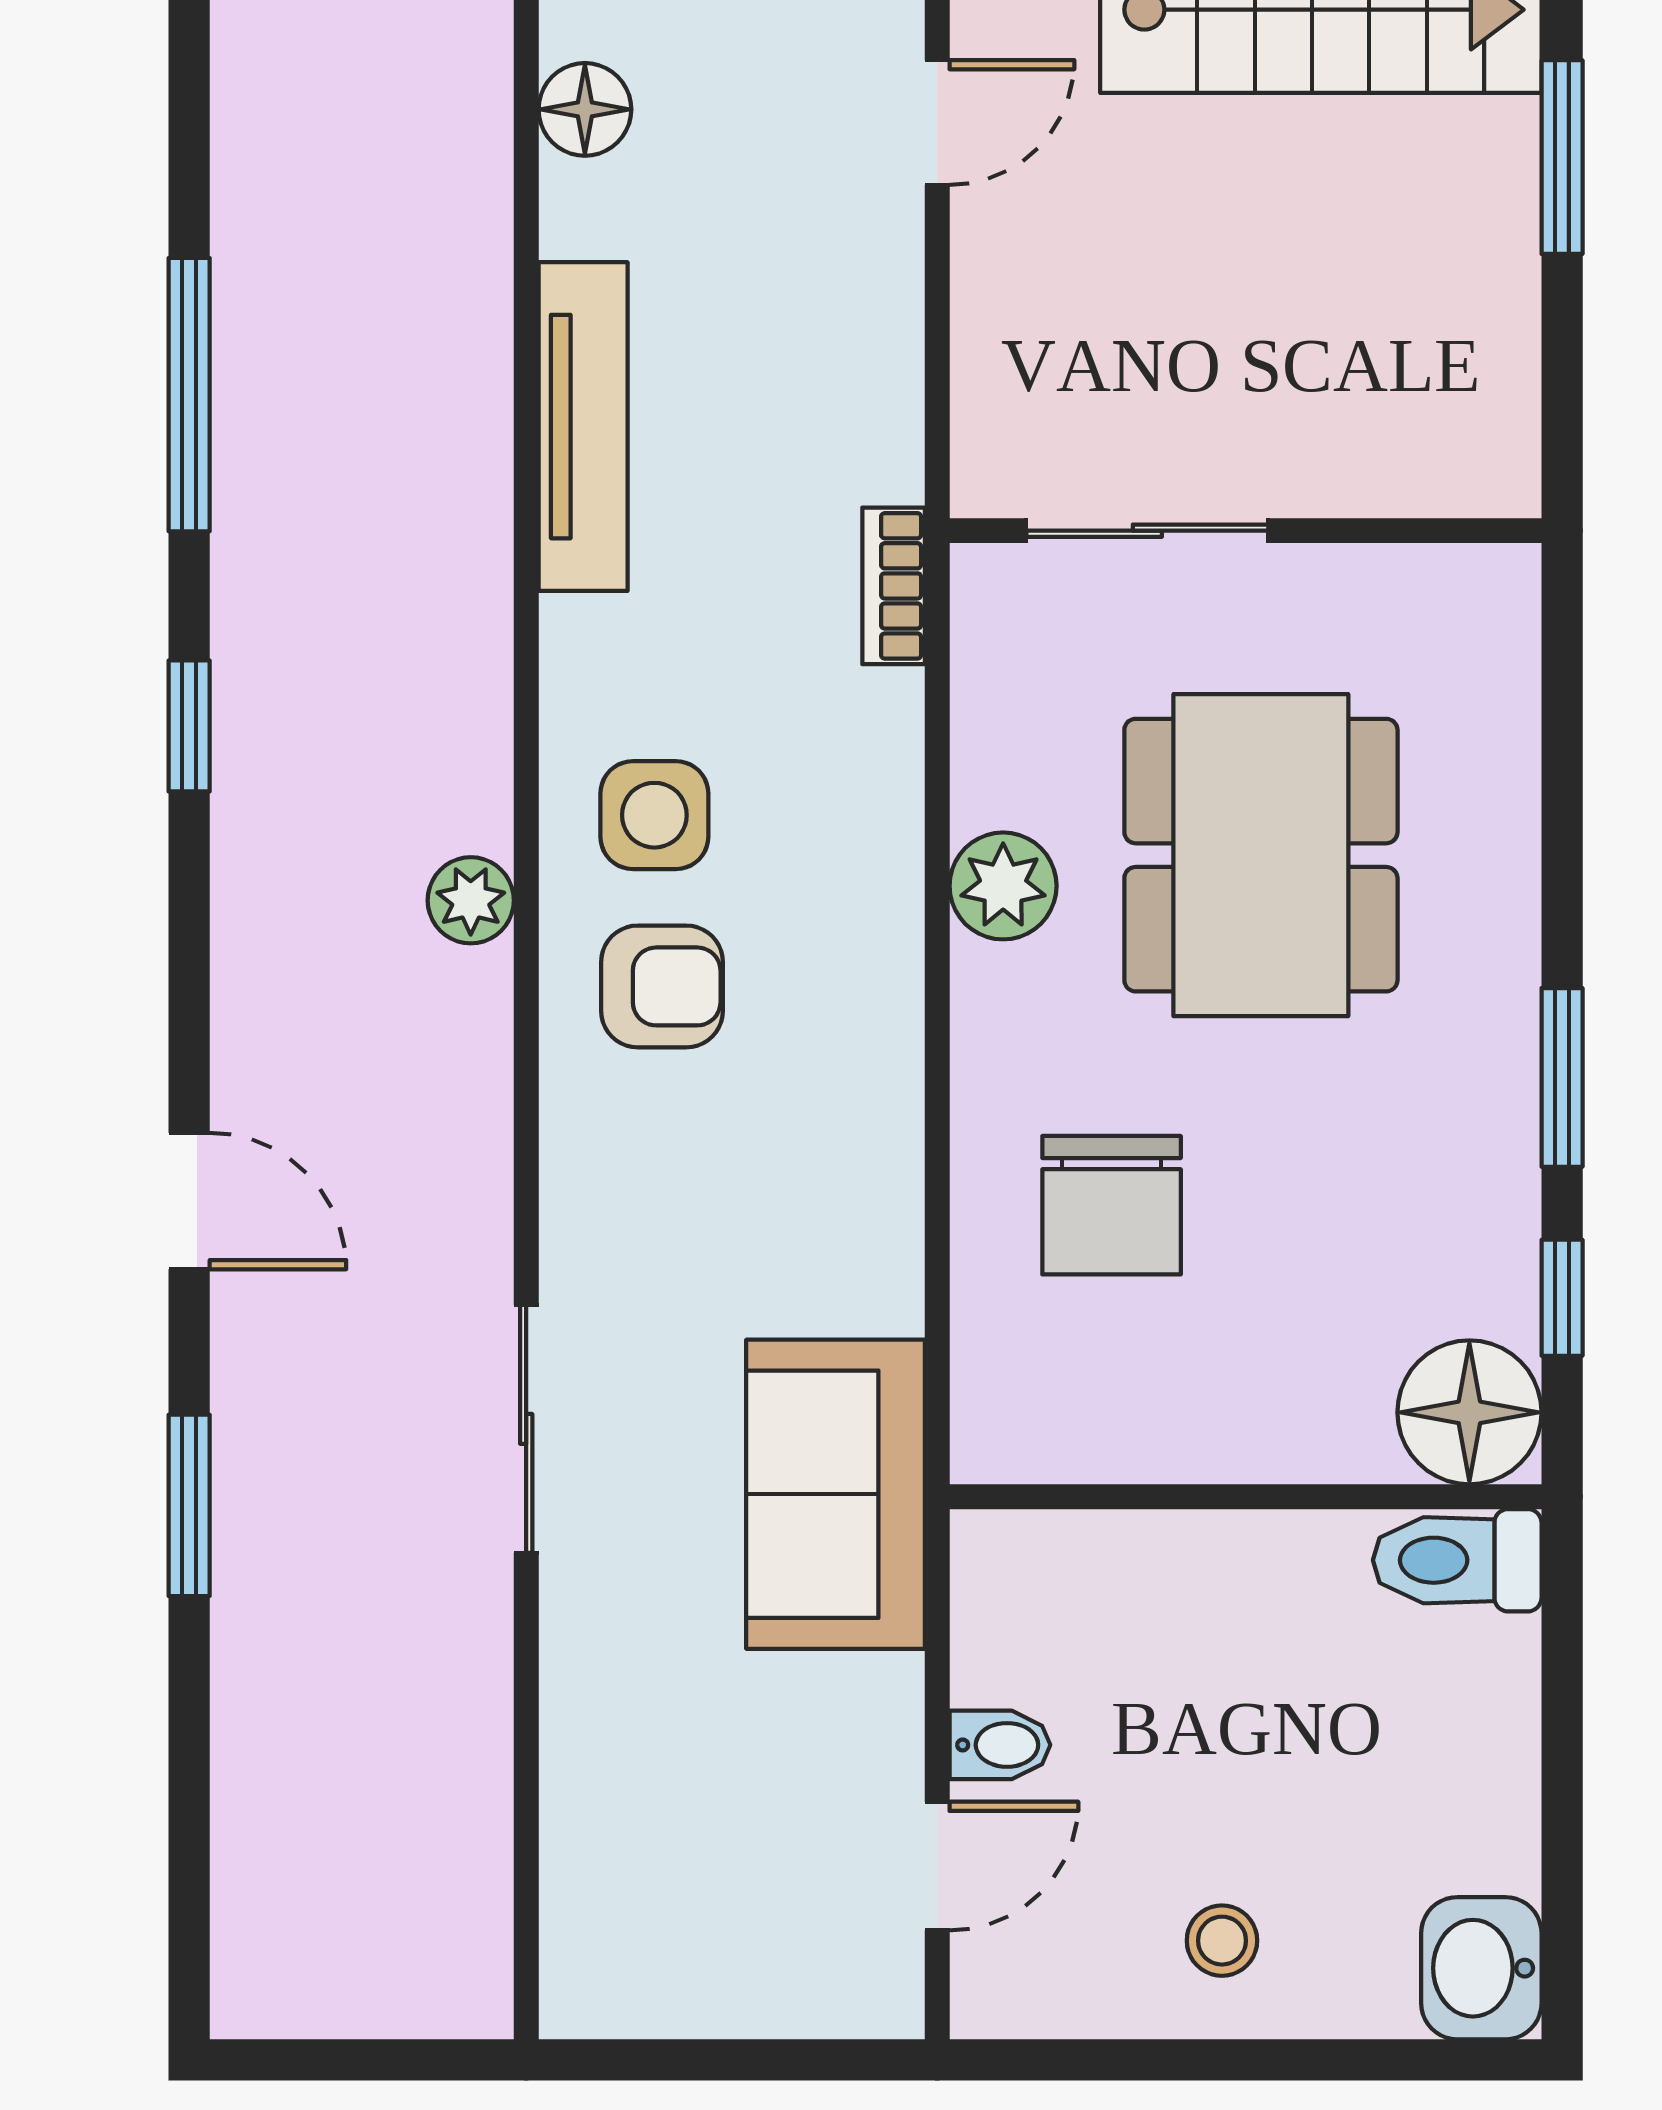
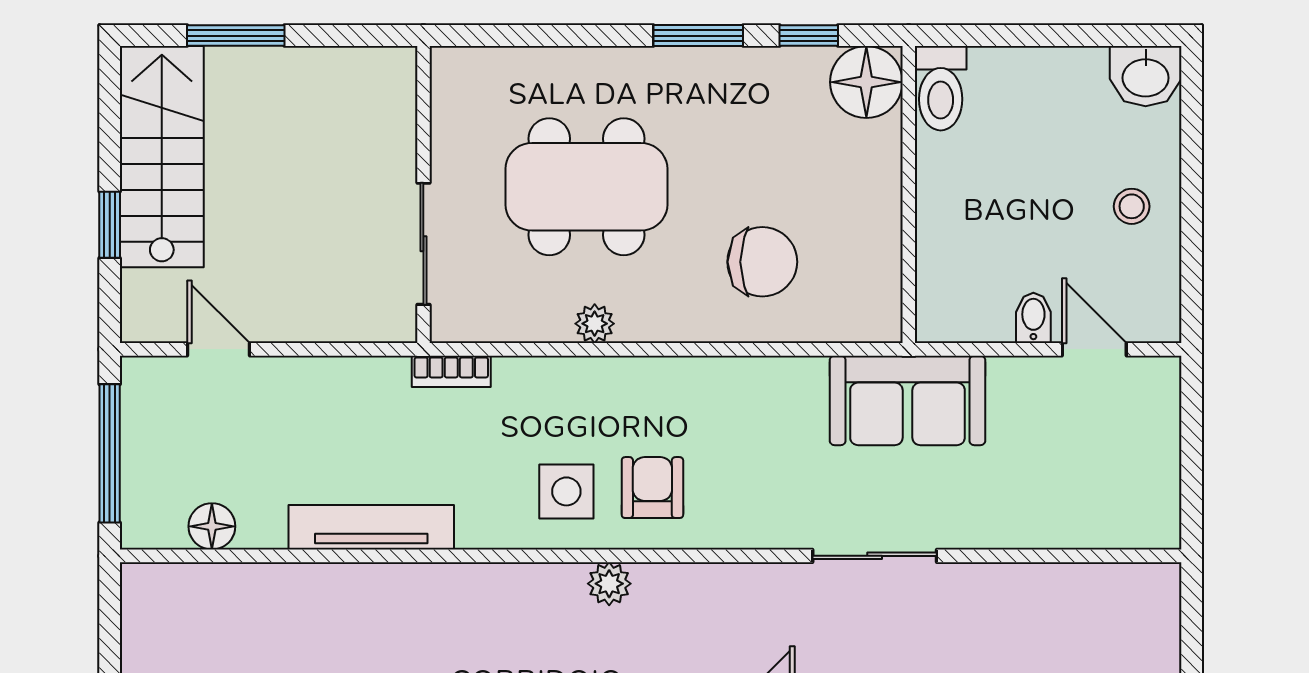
plant: (1003, 886) -> (595, 324), width x0.73, depth x0.73

